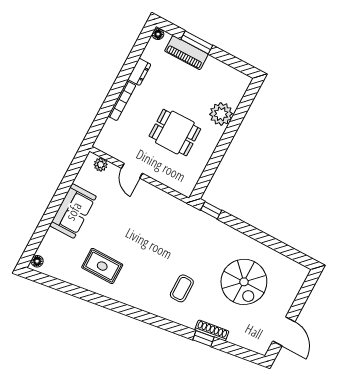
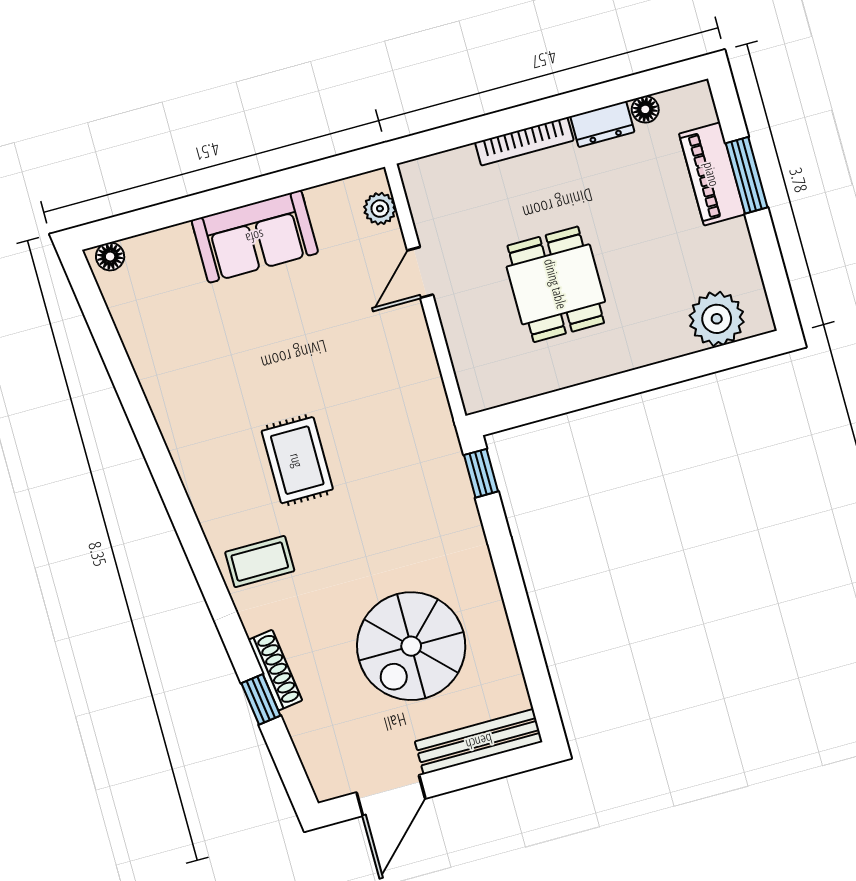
floor lamp: (158, 34) -> (645, 109), moved
plant: (221, 114) -> (717, 319), moved
rug: (102, 266) -> (297, 460), moved
coffee table: (182, 288) -> (260, 562), moved
bench: (293, 289) -> (479, 742), added
window: (203, 339) -> (261, 699), moved

